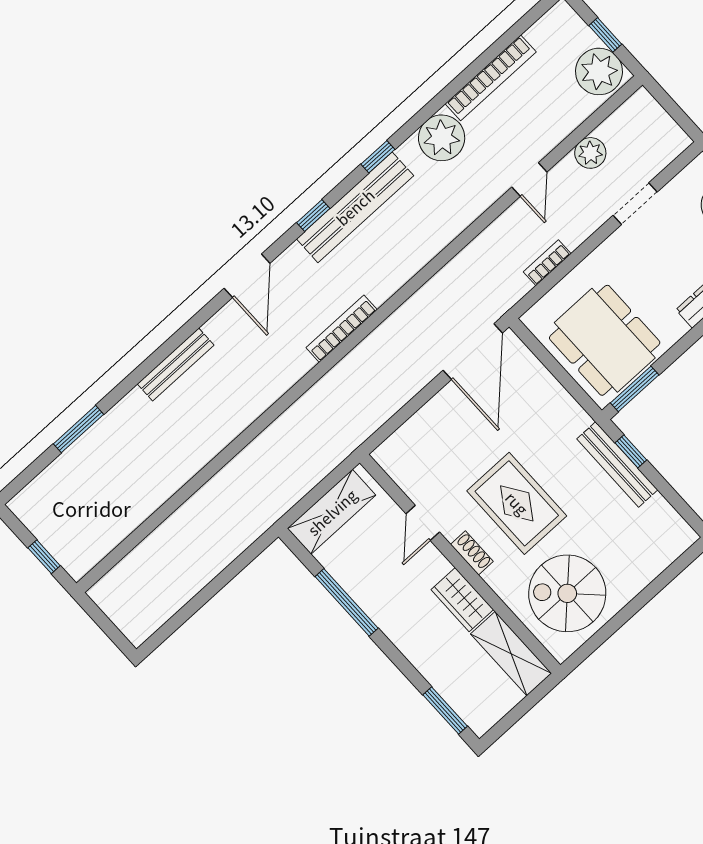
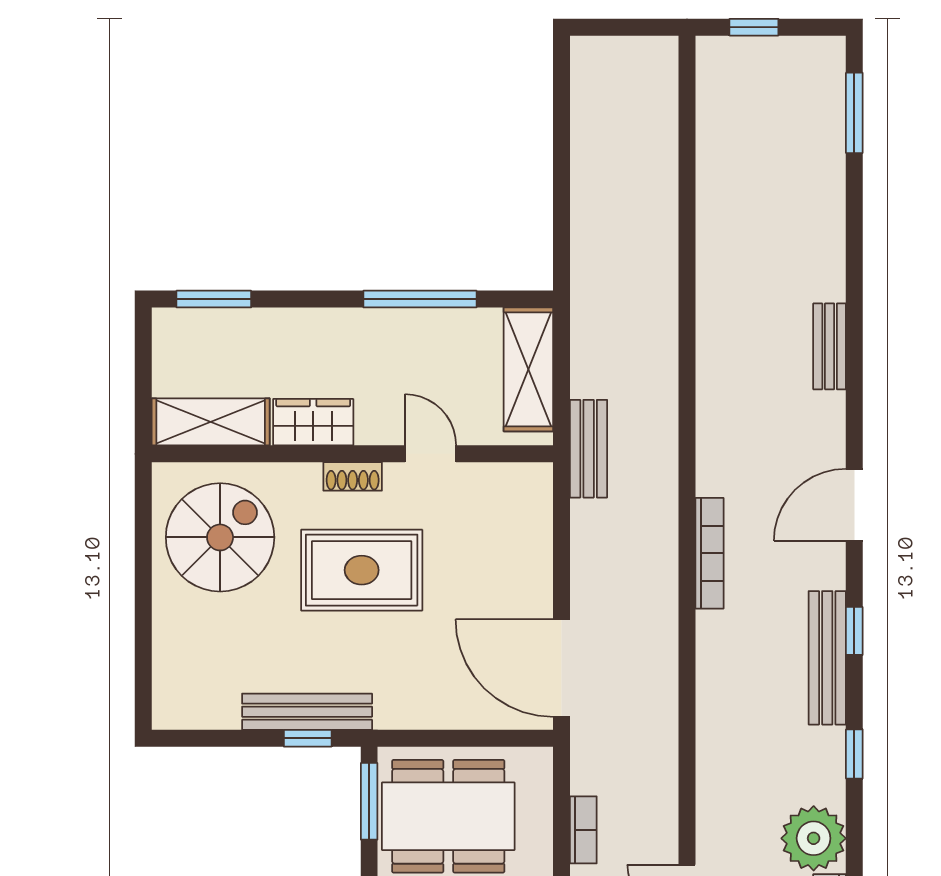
bench: (355, 207) -> (827, 658), width x0.73, depth x0.82
door: (247, 276) -> (854, 505), hinge flipped
bench: (176, 365) -> (830, 346), width x0.73
window: (79, 429) -> (854, 113), moved
bench: (344, 442) -> (589, 449), added

